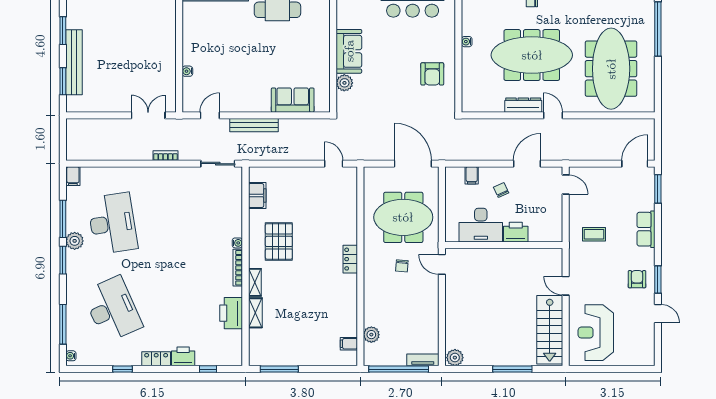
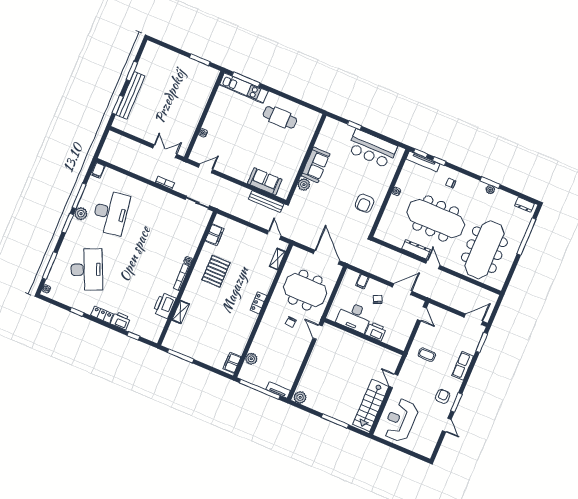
bench: (254, 125) -> (266, 202), moved
shelving: (255, 282) -> (277, 259), moved
filing cabinet: (349, 344) -> (232, 363), width x2.00

